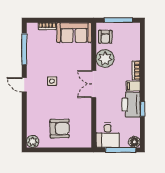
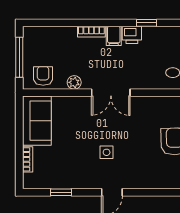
armchair: (105, 37) -> (43, 76), turned -90
window: (24, 49) -> (61, 192), width x0.46
plant: (105, 58) -> (74, 82), width x0.53, depth x0.53
printer: (131, 105) -> (132, 35), width x0.53, depth x0.68

